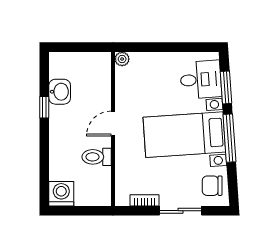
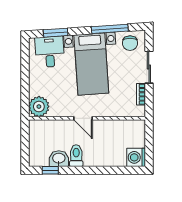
plant: (122, 59) -> (39, 107), width x1.88, depth x1.88
window: (44, 107) -> (50, 170), moved
window: (229, 138) -> (110, 29), moved
toilet: (97, 157) -> (76, 156), moved, turned 180

